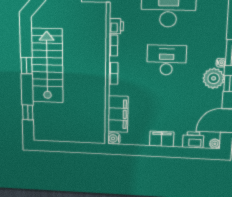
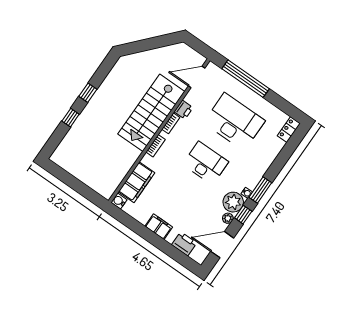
stairs: (47, 66) -> (151, 113), moved, turned 180
window: (28, 112) -> (71, 118), moved
plant: (215, 144) -> (228, 218), moved

